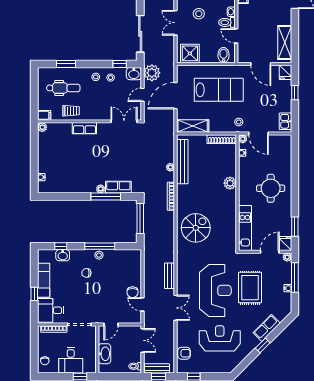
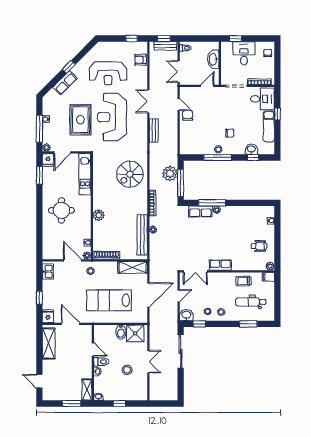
bidet: (224, 55) -> (121, 332), moved
plant: (152, 73) -> (170, 173), moved
row of seats: (84, 128) -> (220, 265), moved
wheelchair: (54, 149) -> (259, 246), added

